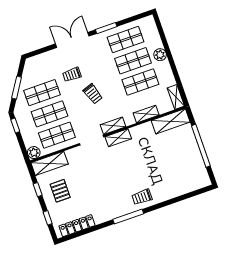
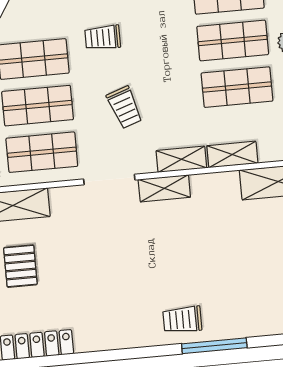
trolley: (93, 94) -> (125, 107), moved
shelving: (113, 126) -> (181, 159), moved
window: (128, 216) -> (214, 346), moved

